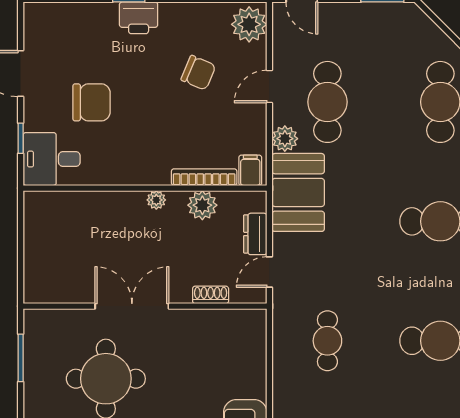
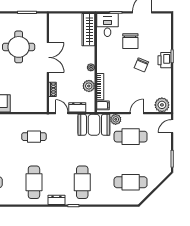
chair: (198, 73) -> (141, 65), moved
door: (269, 86) -> (137, 113), hinge flipped
wardrobe: (63, 206) -> (88, 30), added

